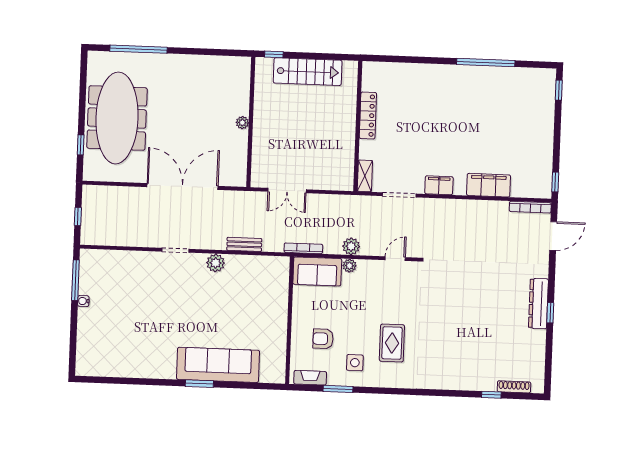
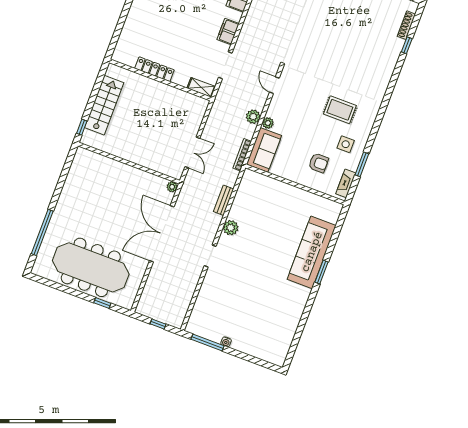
plant: (242, 123) -> (172, 187), moved
armchair: (323, 339) -> (319, 163), turned -90

